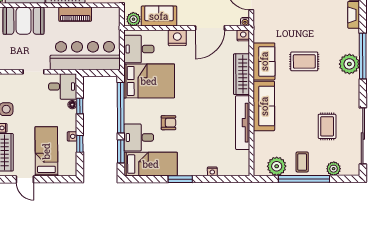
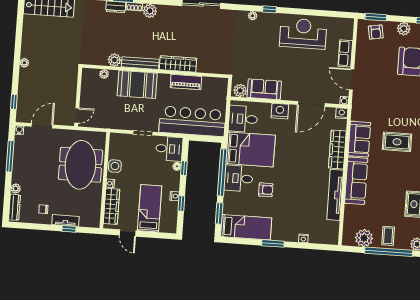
desk: (139, 137) -> (239, 178), moved

